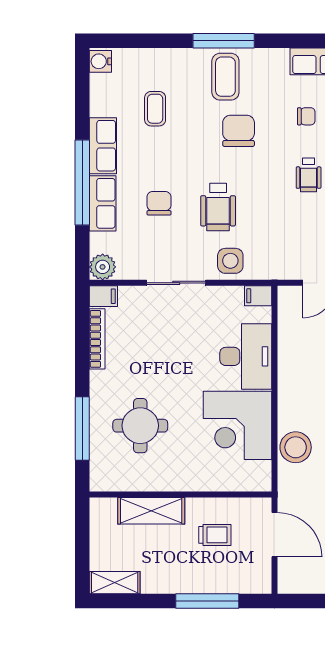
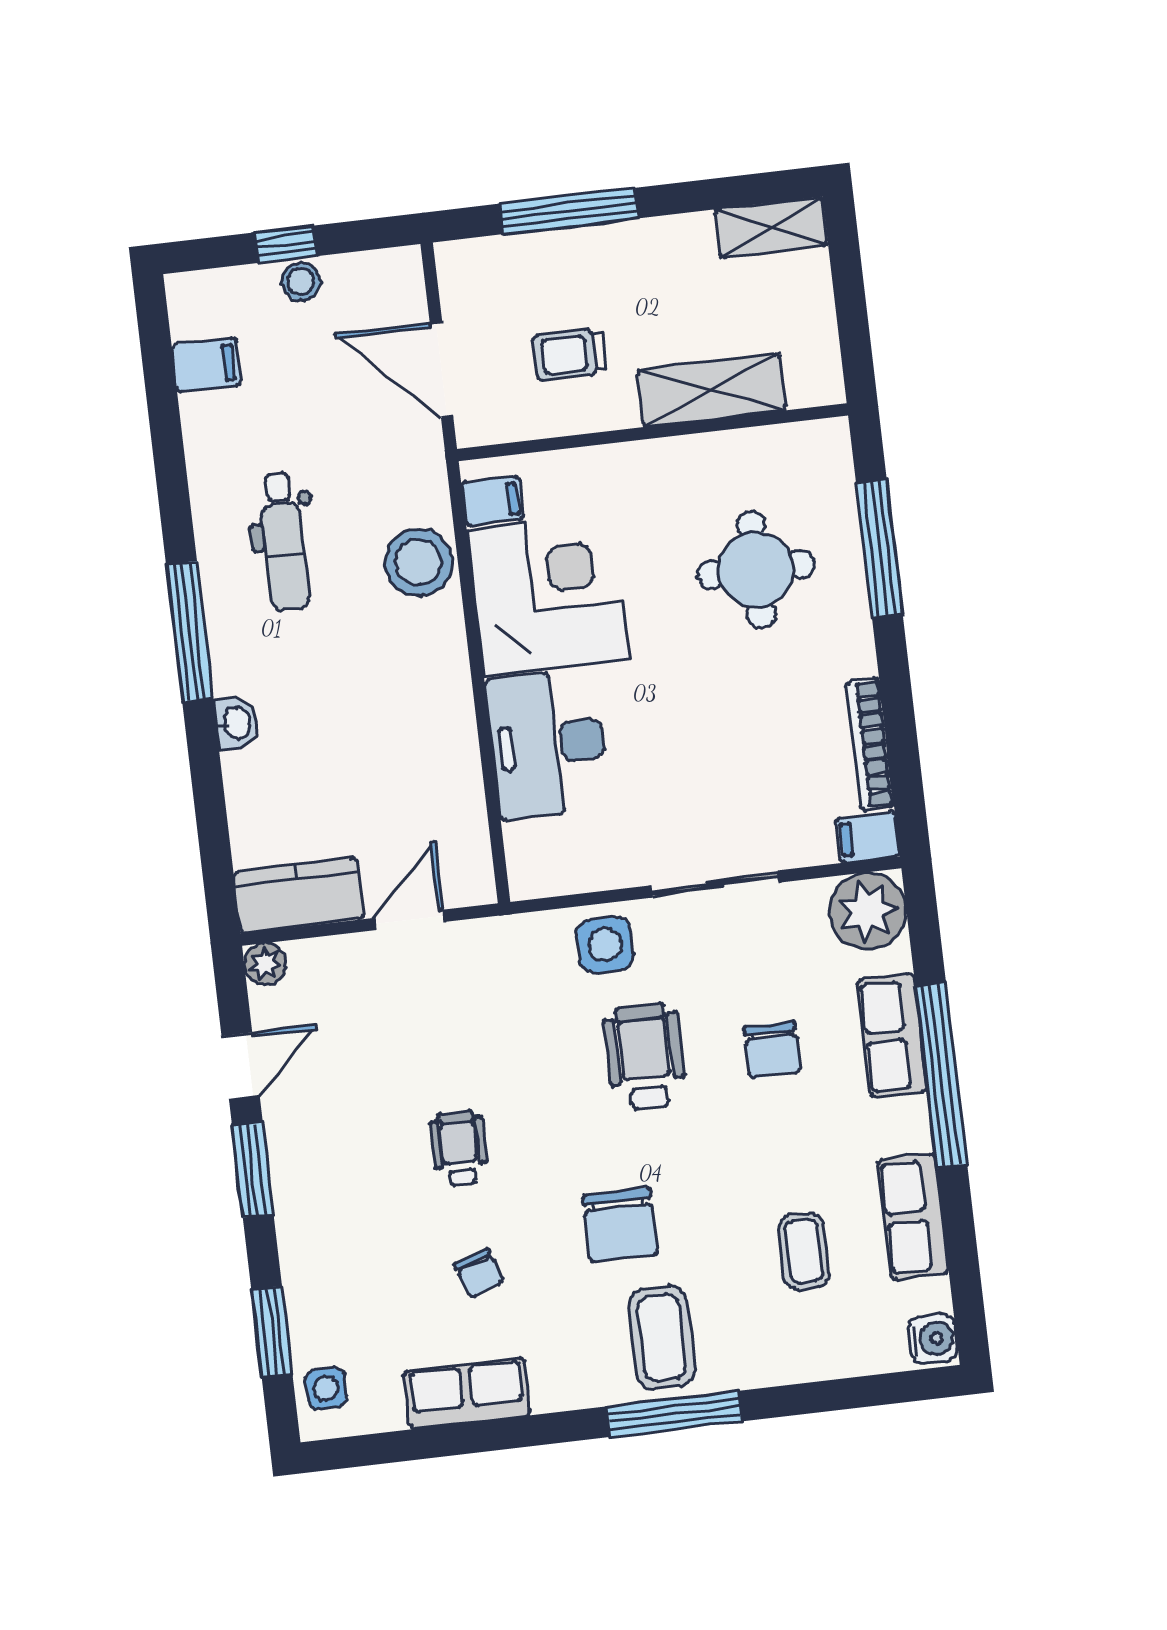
chair: (306, 116) -> (479, 1273), turned -109
row of seats: (103, 146) -> (913, 1217), moved
plant: (103, 267) -> (868, 911), width x1.36, depth x1.36
filing cabinet: (258, 296) -> (492, 501), moved

